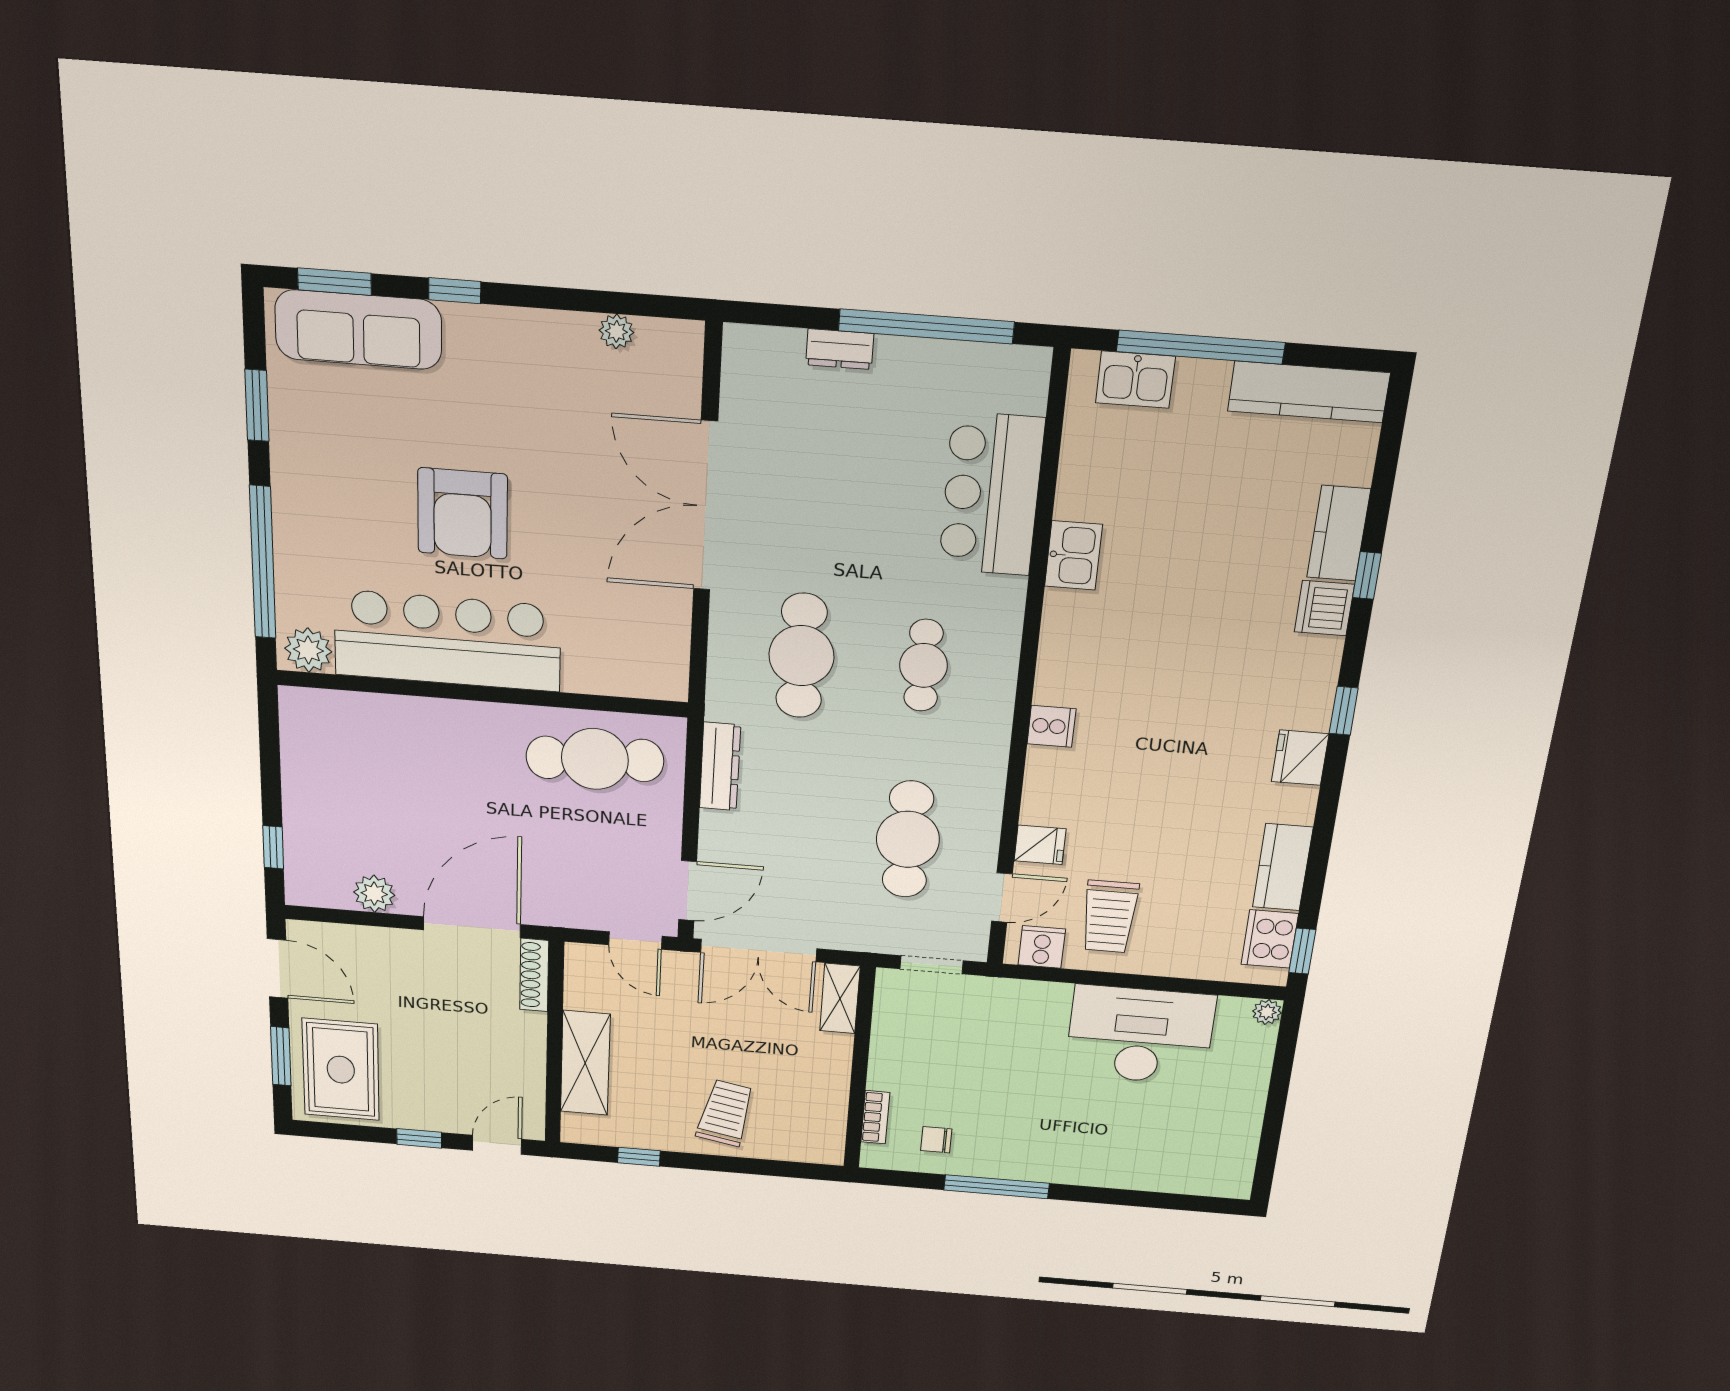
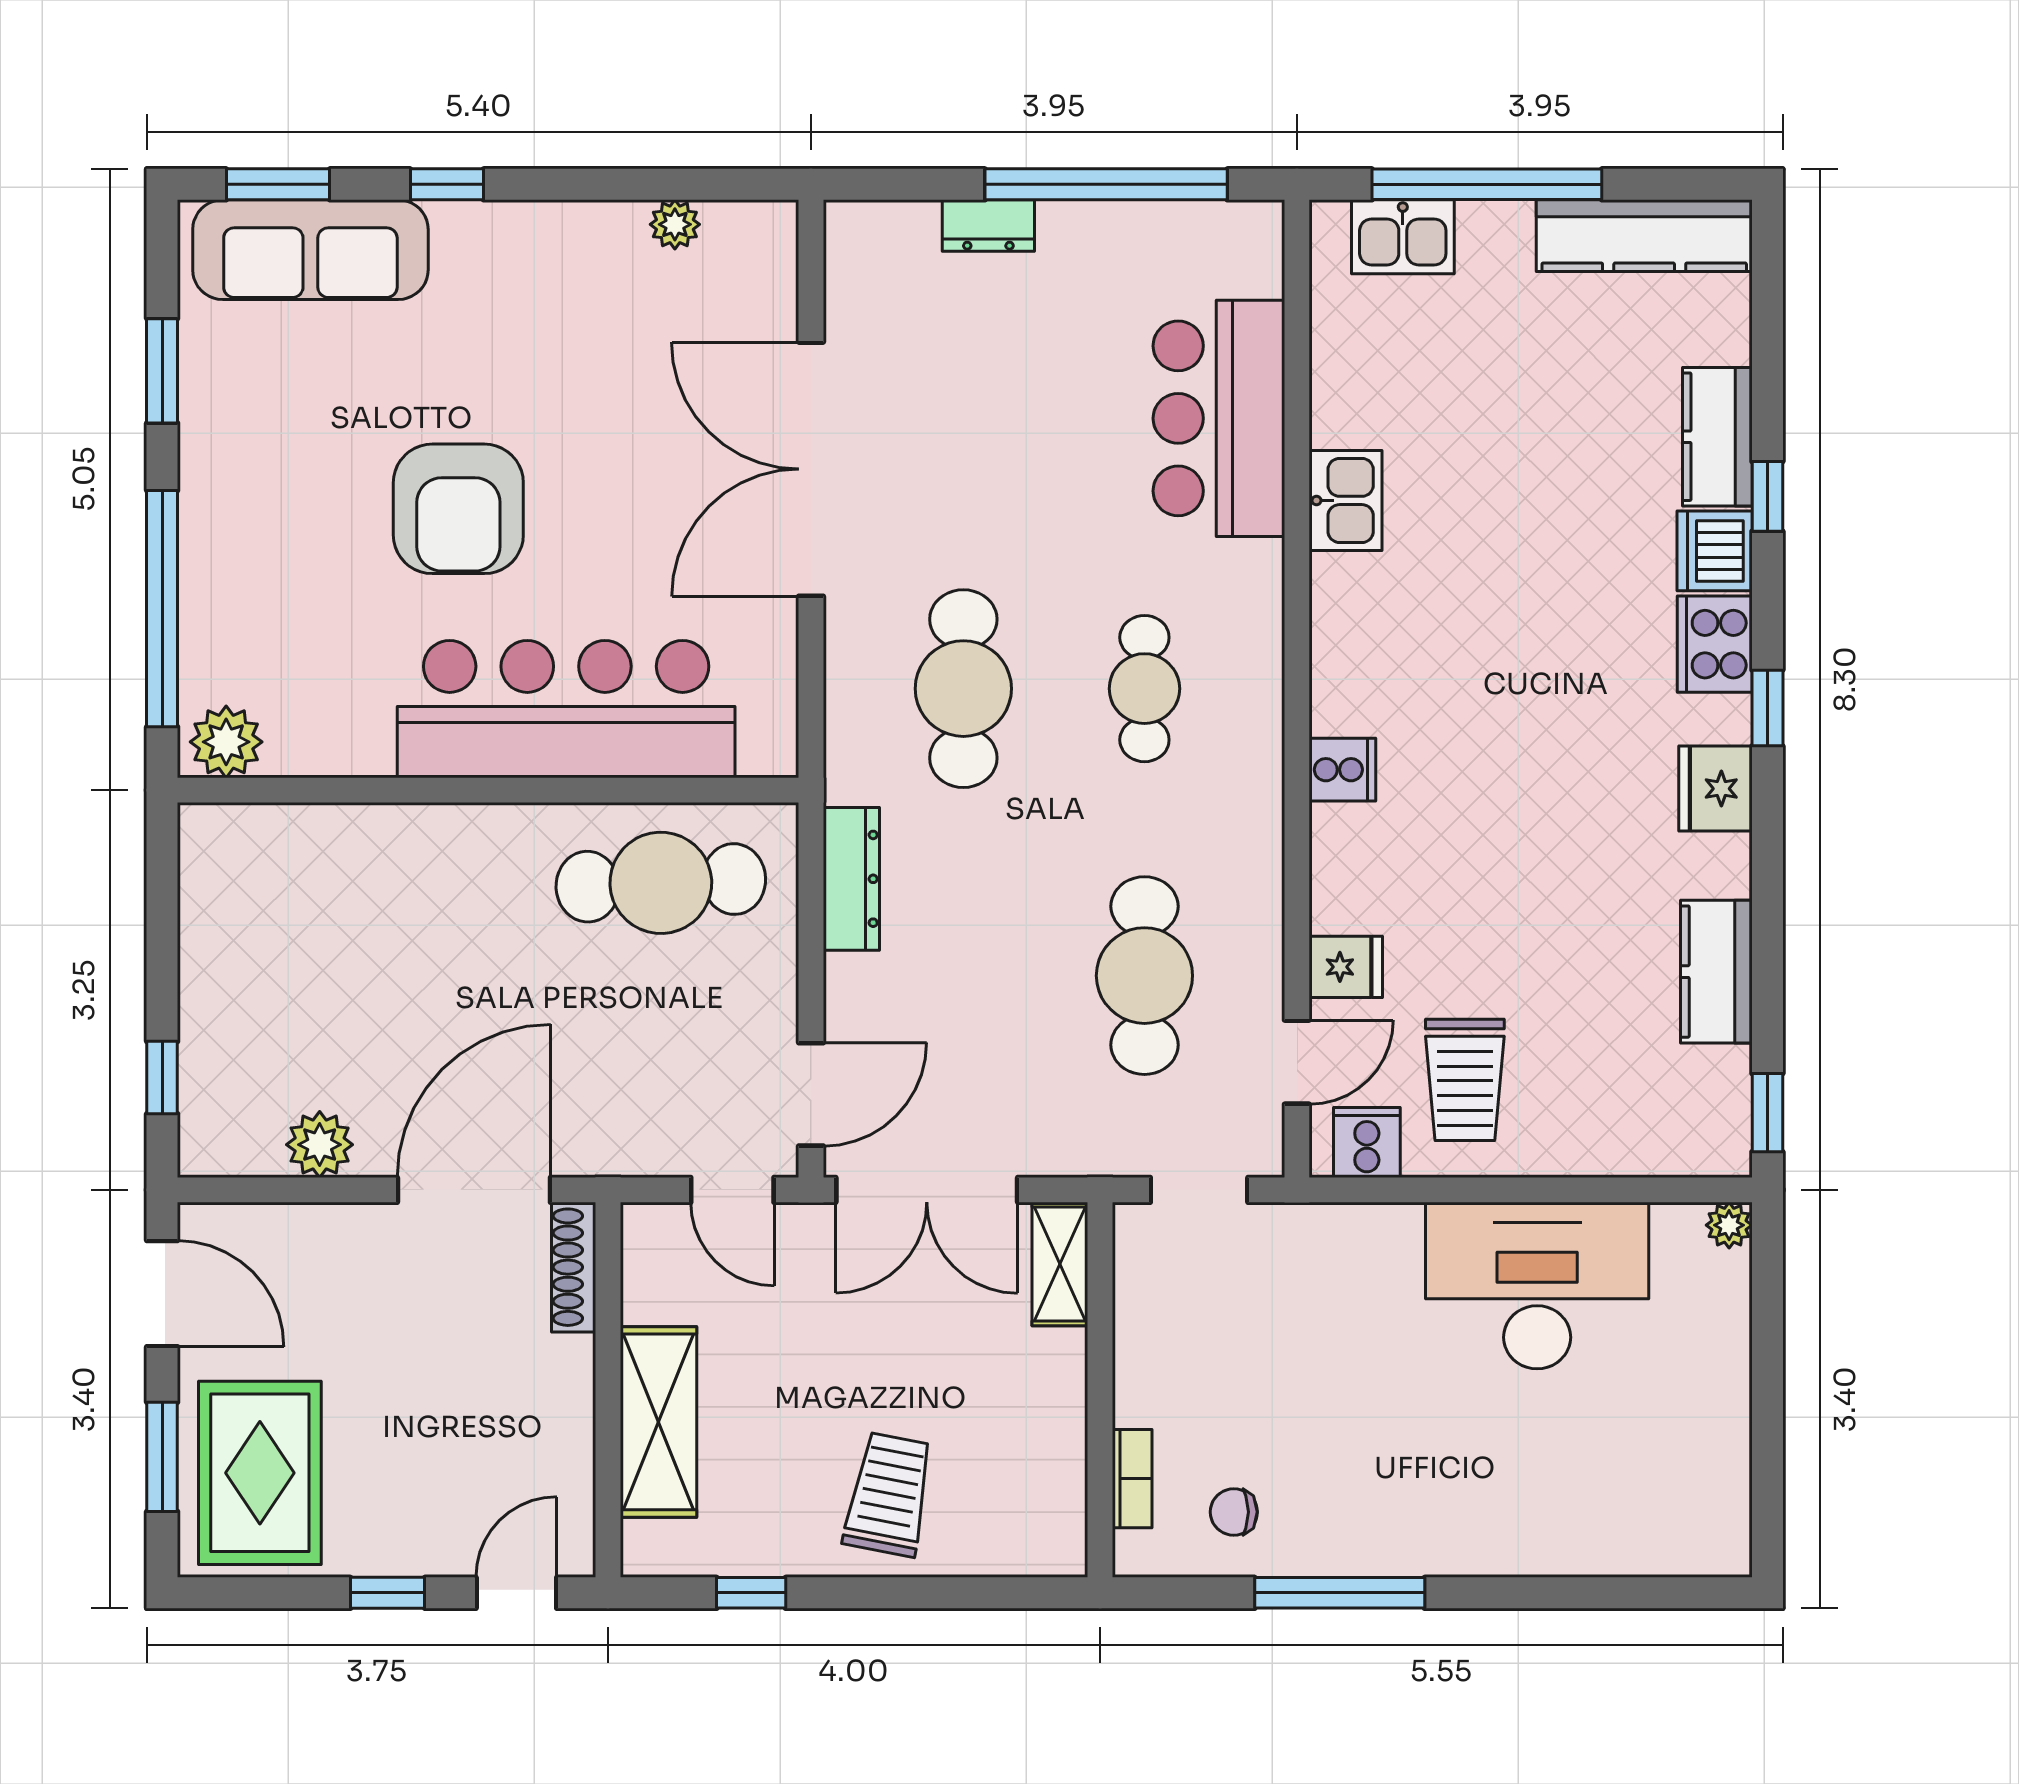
bar counter: (447, 641) -> (566, 709), moved
cooker: (1270, 939) -> (1715, 644), moved

